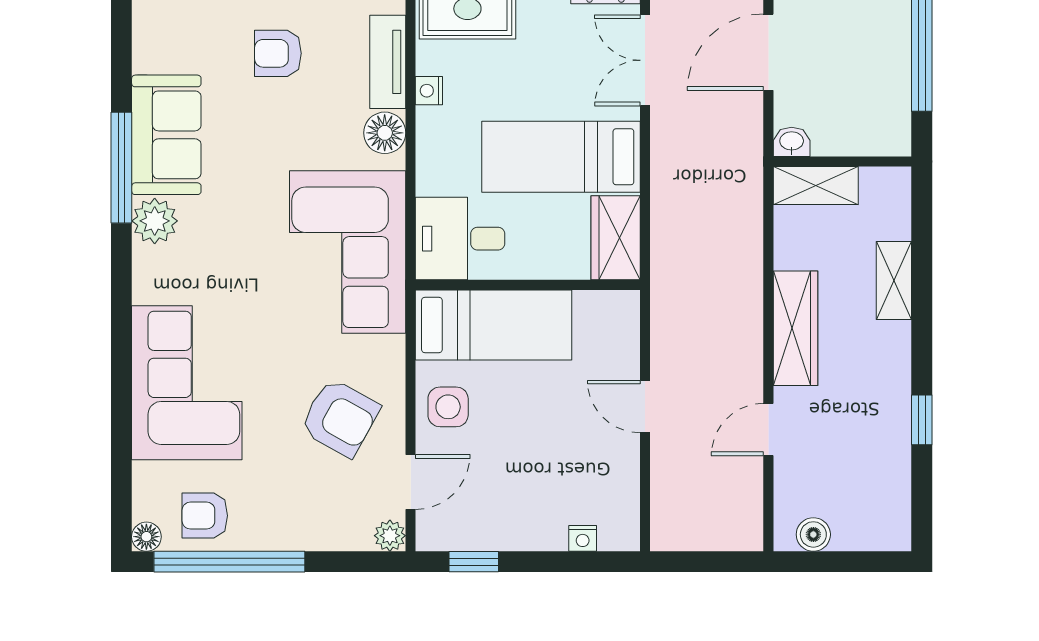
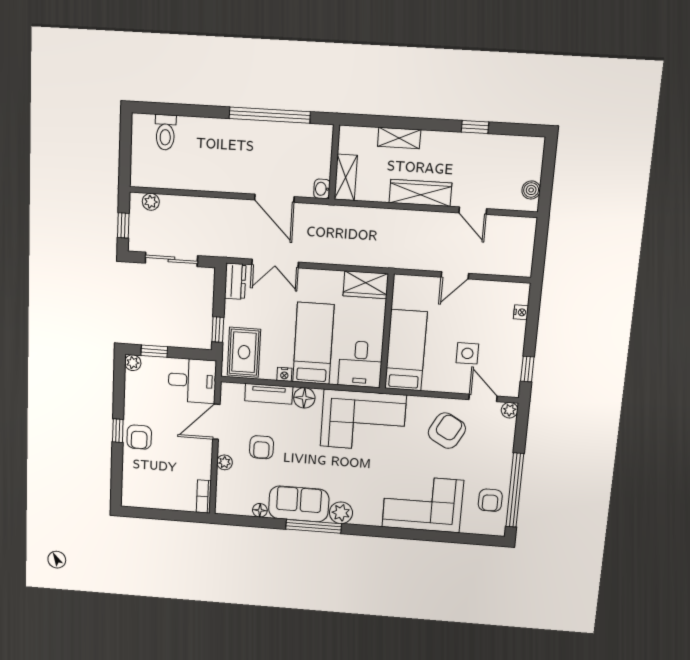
bed: (561, 157) -> (313, 343), moved, turned 180
side table: (448, 407) -> (467, 353), moved
floor lamp: (146, 537) -> (260, 510), moved

